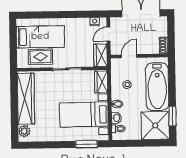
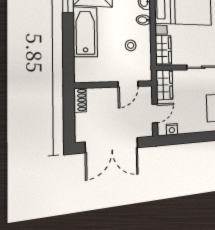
bathtub: (157, 87) -> (85, 32), width x0.73, depth x0.73

